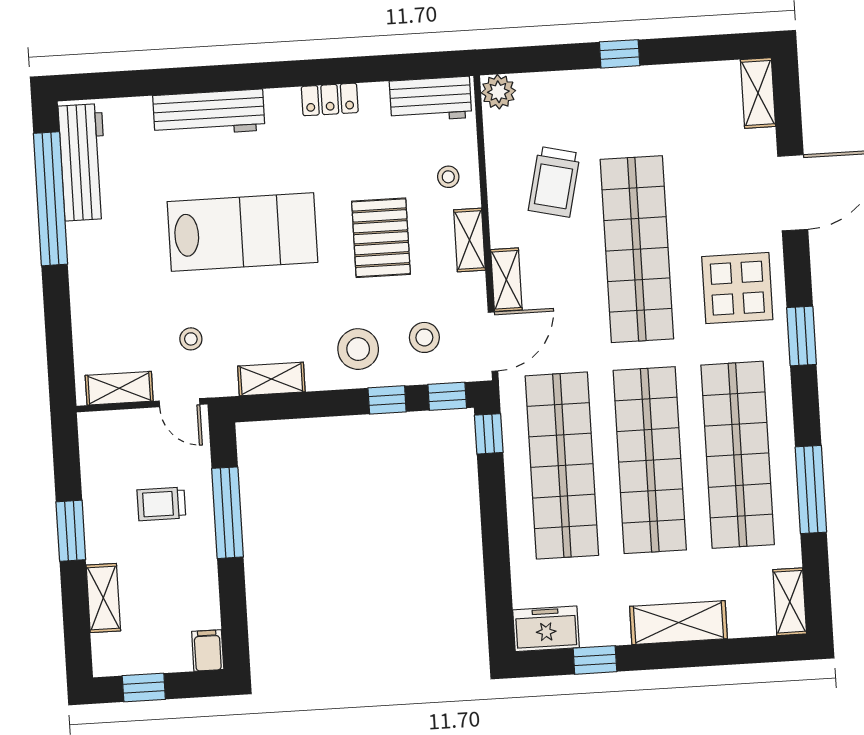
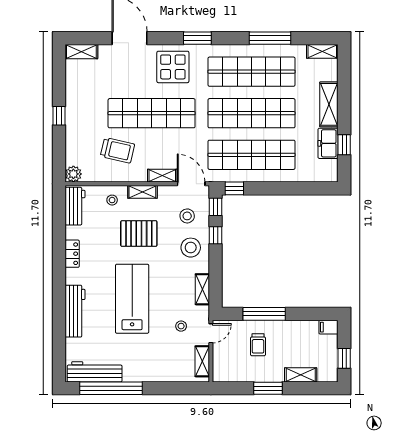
freezer: (546, 629) -> (328, 143), moved

